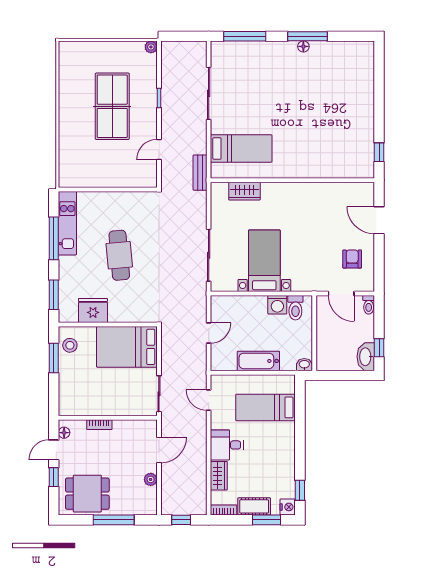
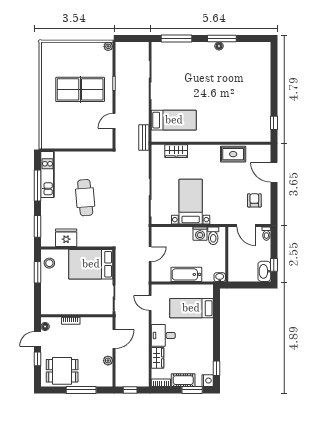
table tennis table: (112, 106) -> (80, 89), turned 90
rug: (323, 195) -> (233, 154), added

